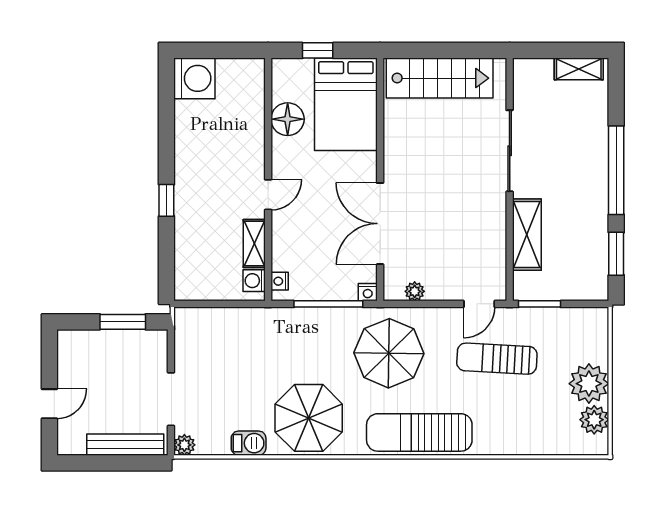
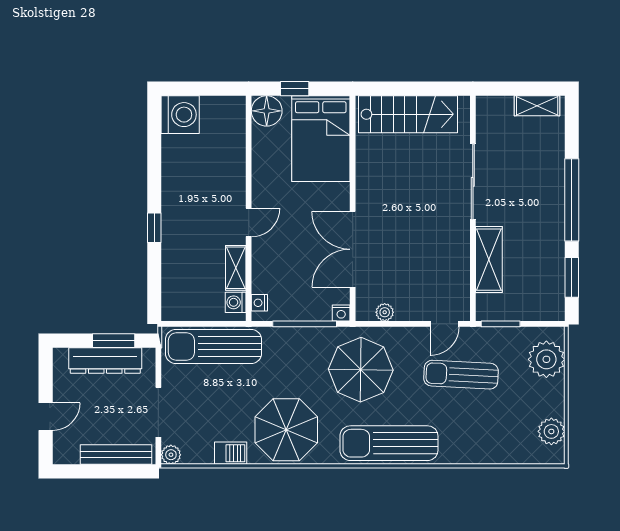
floor lamp: (288, 119) -> (267, 111), moved
sun lounger: (230, 328) -> (213, 347), added
dresser: (114, 343) -> (105, 360), added
plant: (589, 384) -> (546, 359), moved

